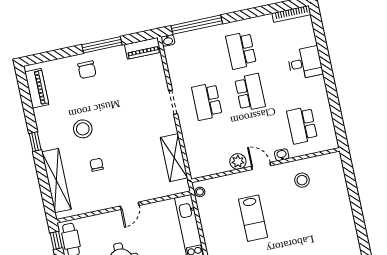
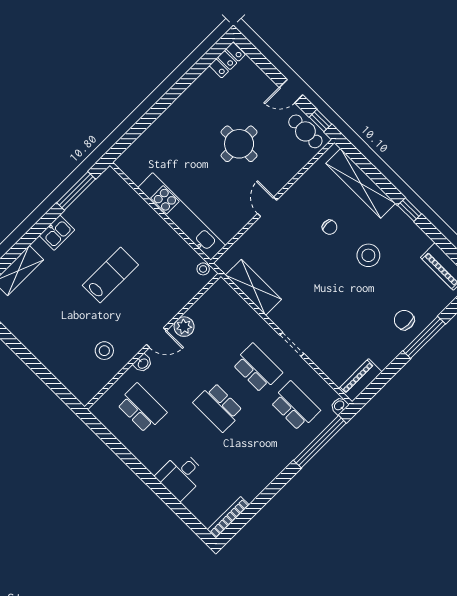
window: (102, 45) -> (424, 337), moved
school desk: (241, 50) -> (295, 406), moved
lab bench: (253, 218) -> (110, 275), moved, turned 90

